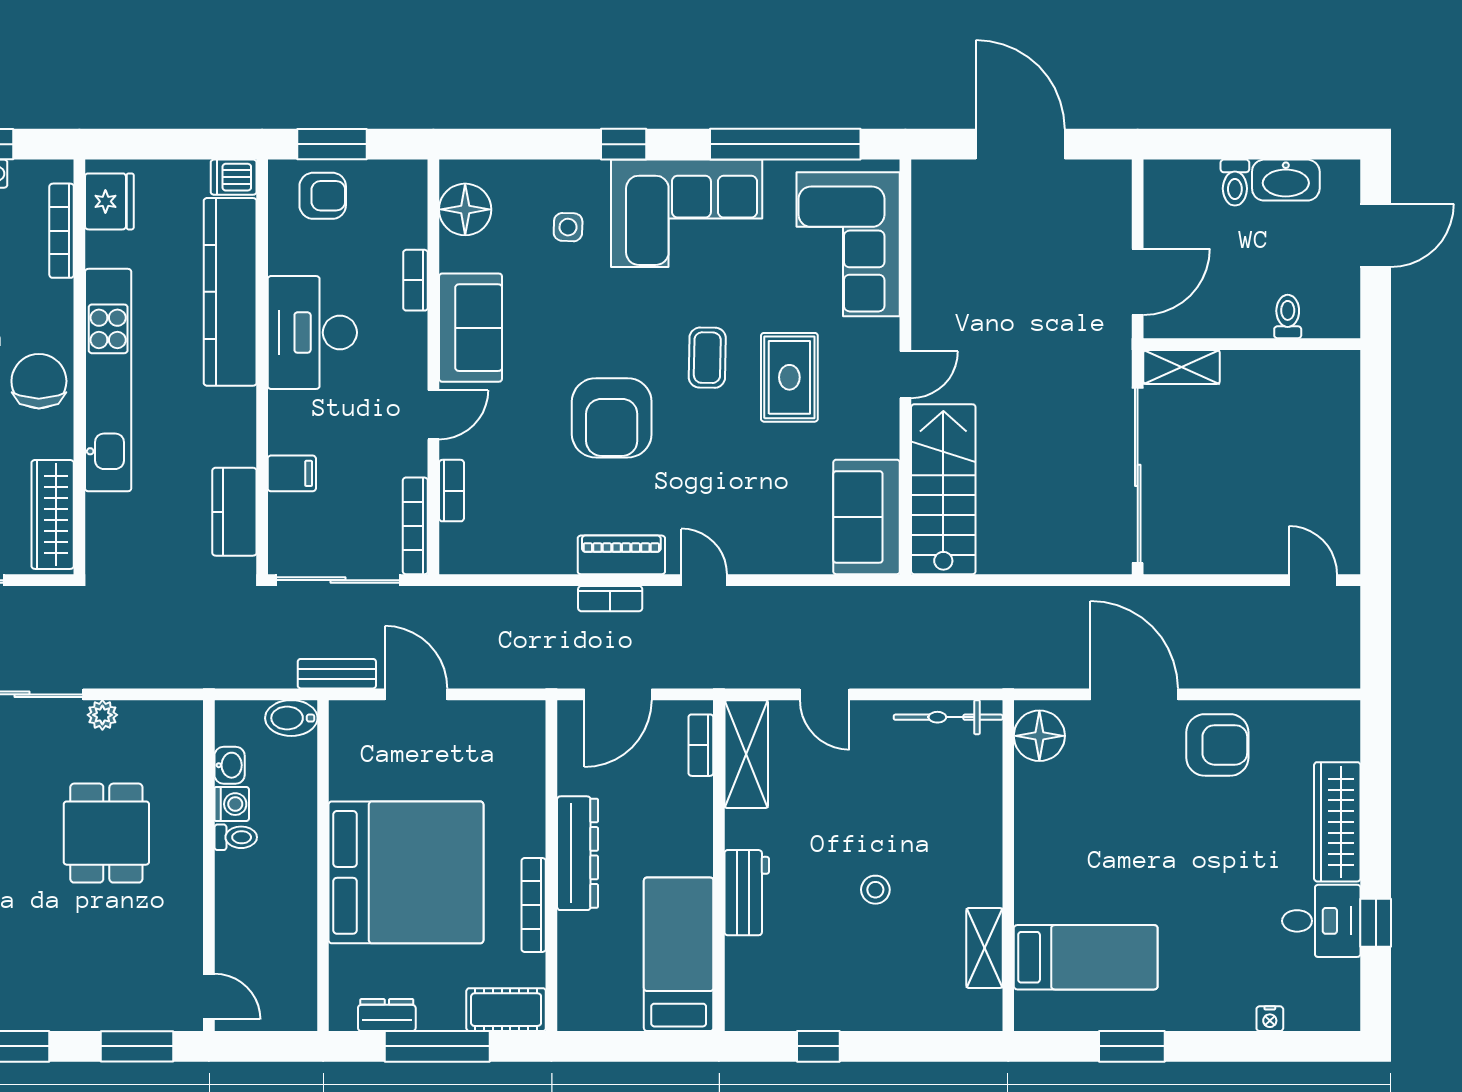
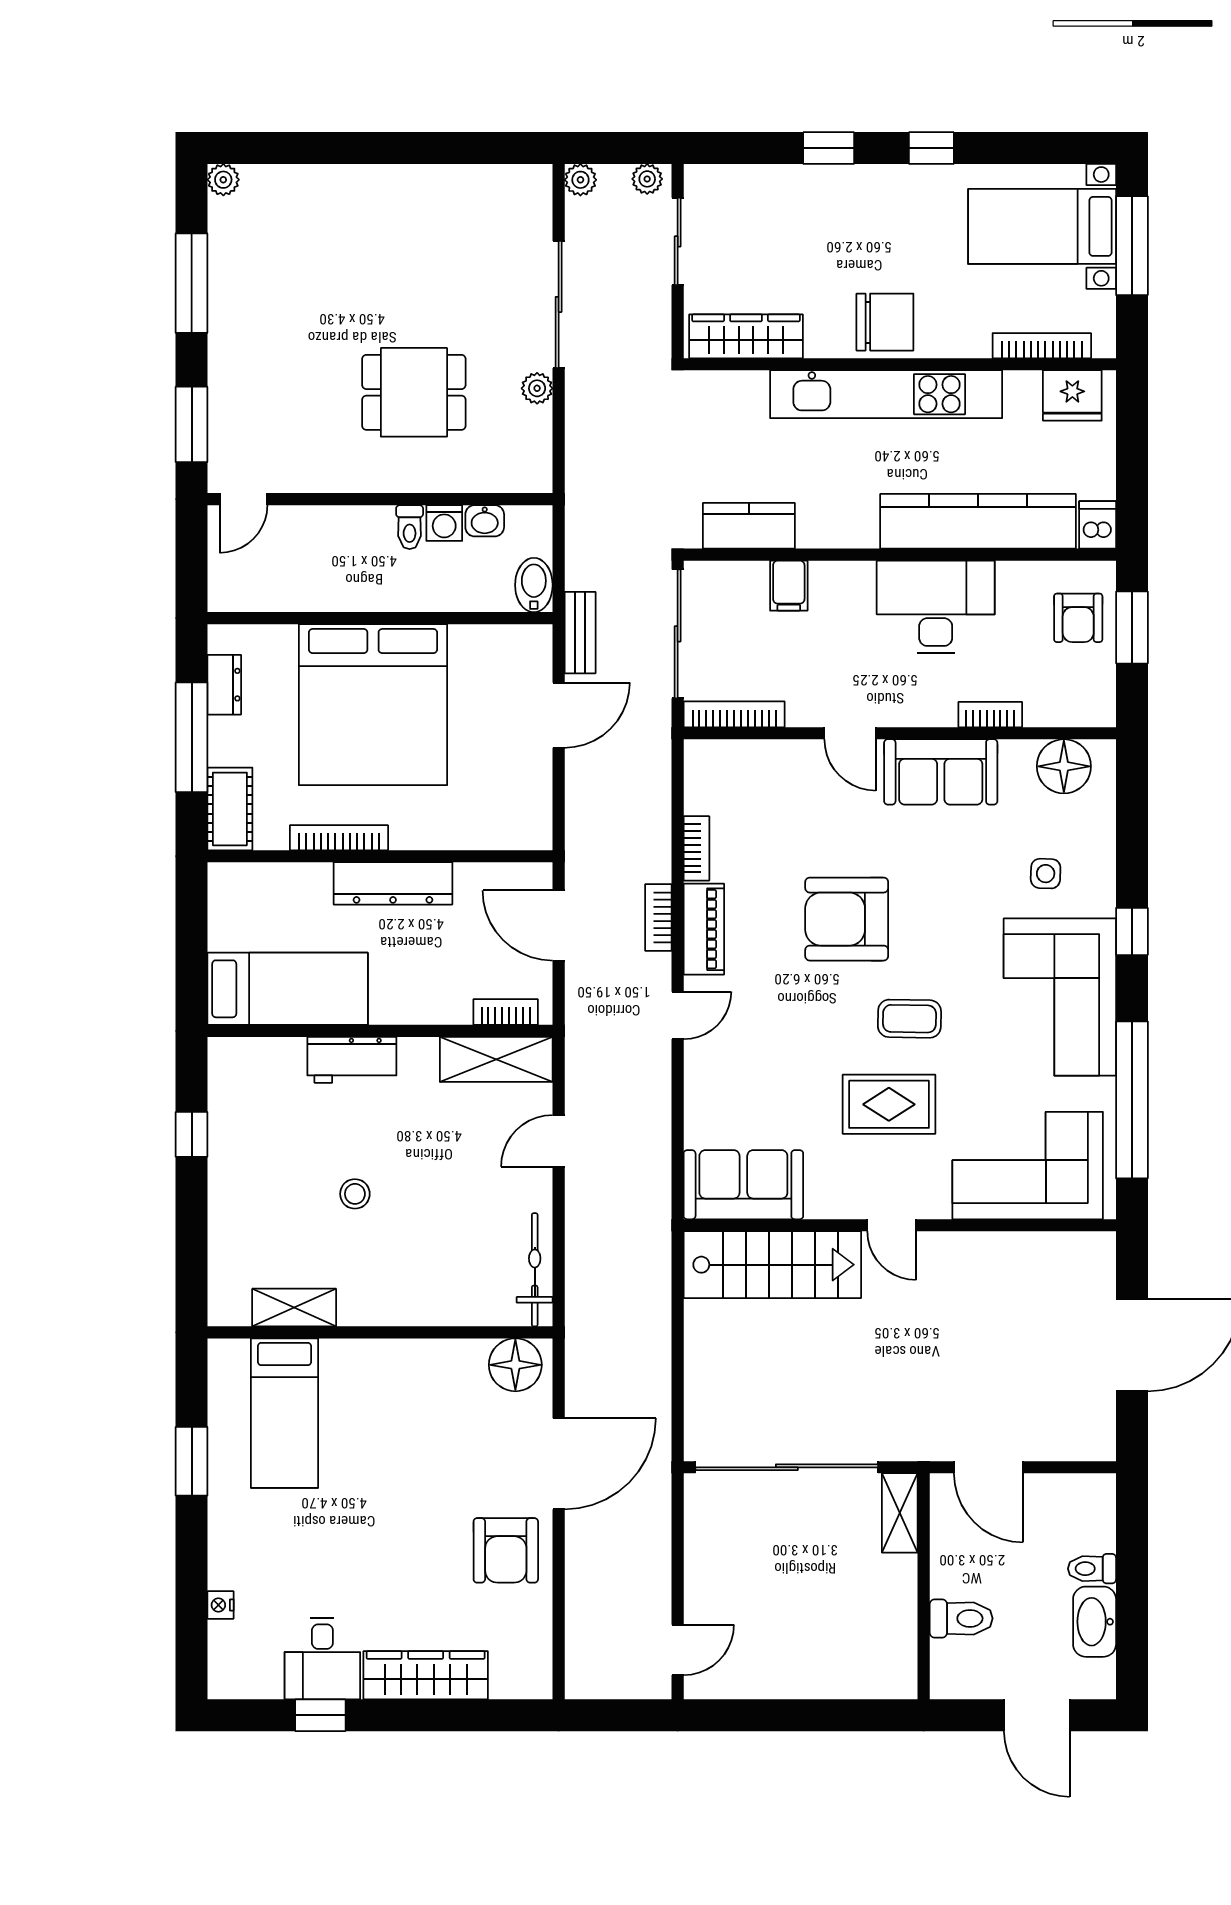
toilet: (1288, 317) -> (961, 1618), width x1.37, depth x1.39
bookcase: (451, 491) -> (696, 848), moved, turned -90

